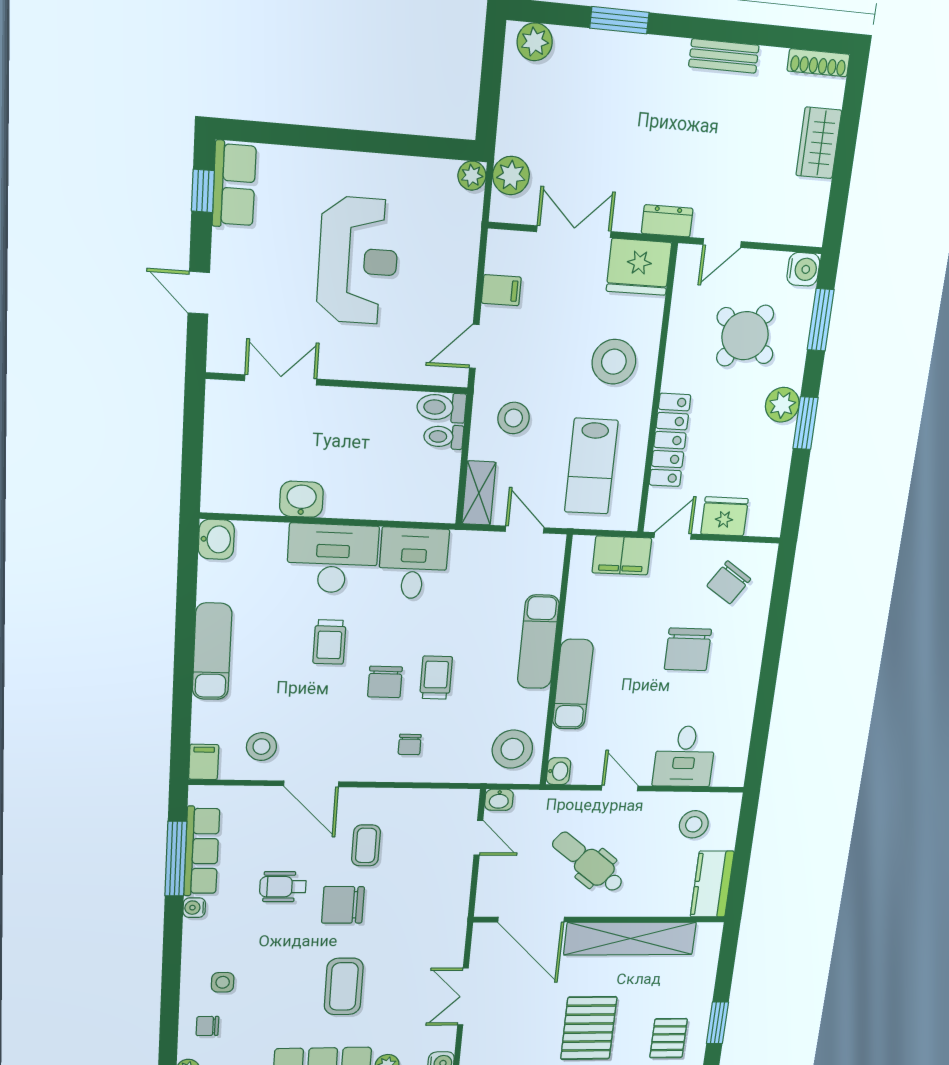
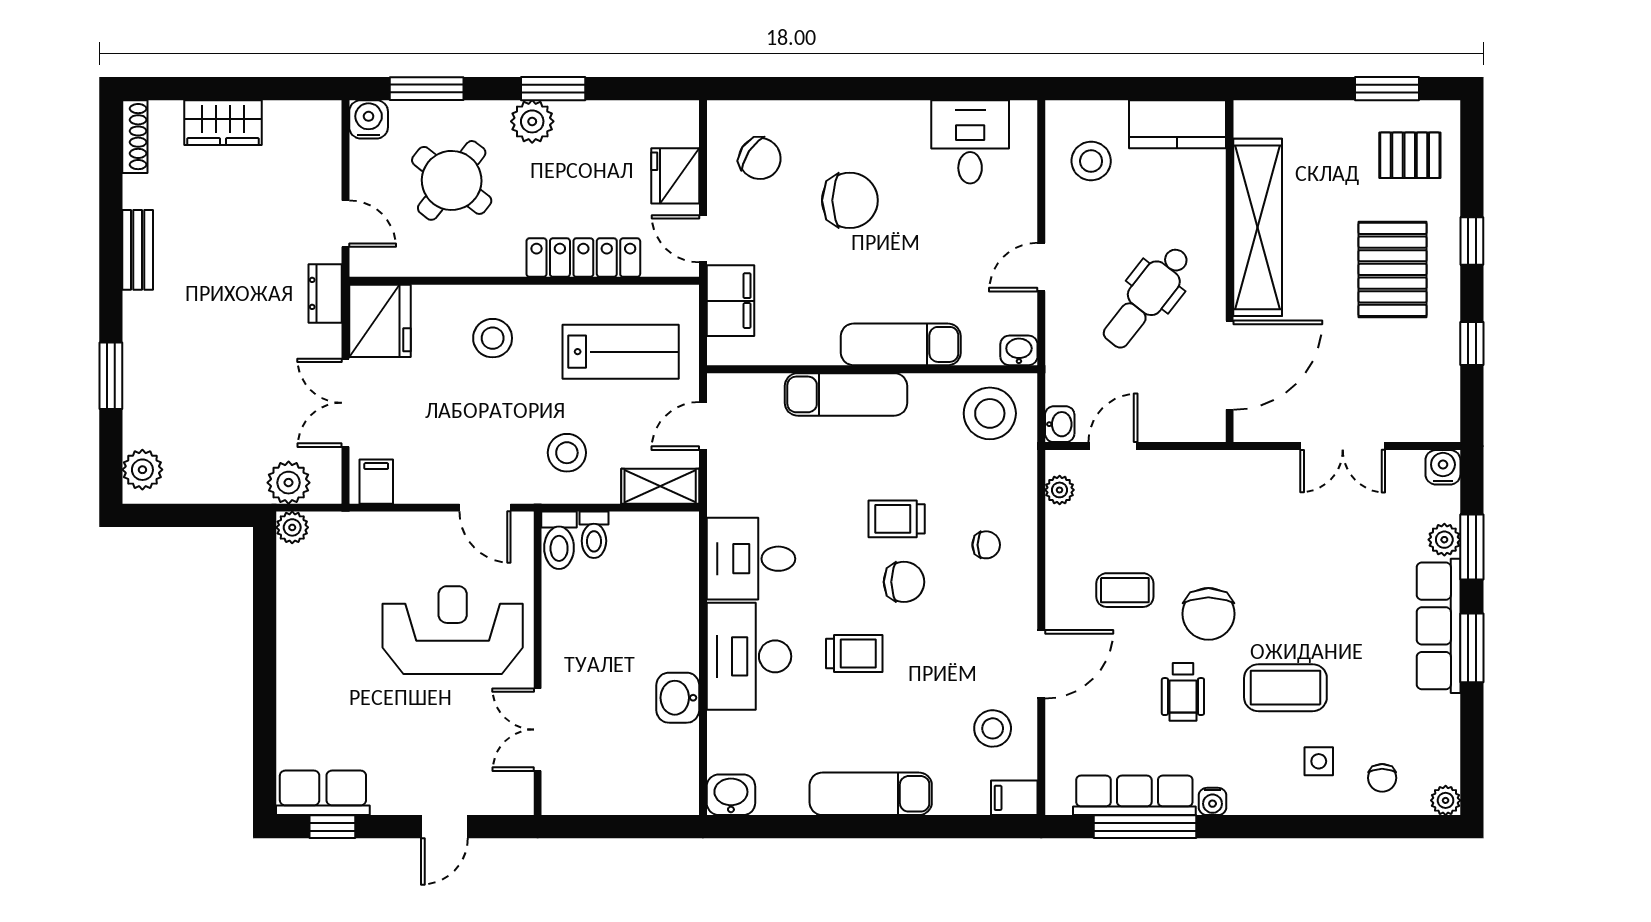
reception desk: (358, 261) -> (453, 630), moved
filing cabinet: (501, 290) -> (376, 482), moved
stool: (614, 362) -> (493, 338), width x0.73, depth x0.73
desk: (684, 756) -> (970, 142), moved, turned -90
plant: (448, 799) -> (1060, 490), added
coffee table: (344, 986) -> (1285, 688), moved
pallet: (589, 1028) -> (1393, 269), turned 90

